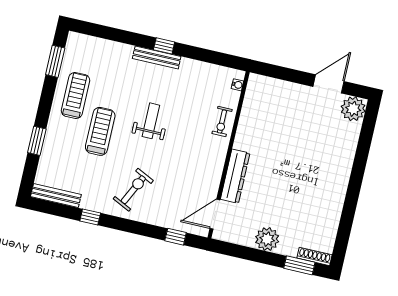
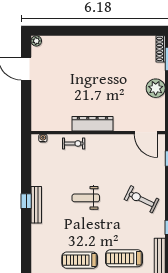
plant: (353, 109) -> (36, 41), width x0.53, depth x0.53
treadmill: (100, 131) -> (124, 258), moved
dresser: (235, 176) -> (92, 124), moved

